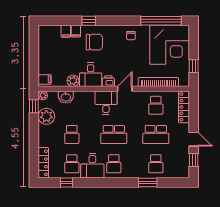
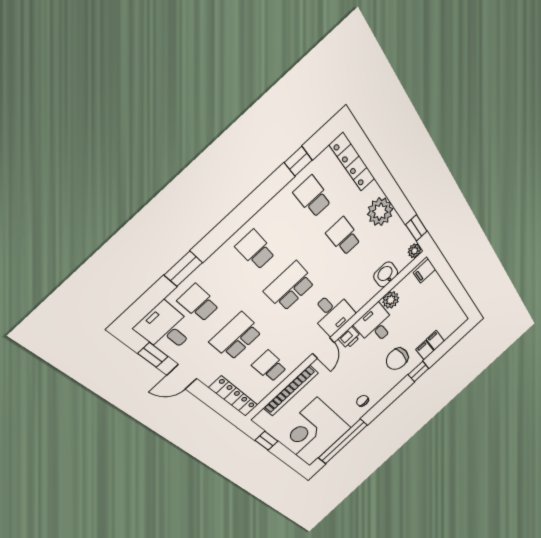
plant: (46, 116) -> (380, 212), moved
desk: (92, 166) -> (166, 328), moved

